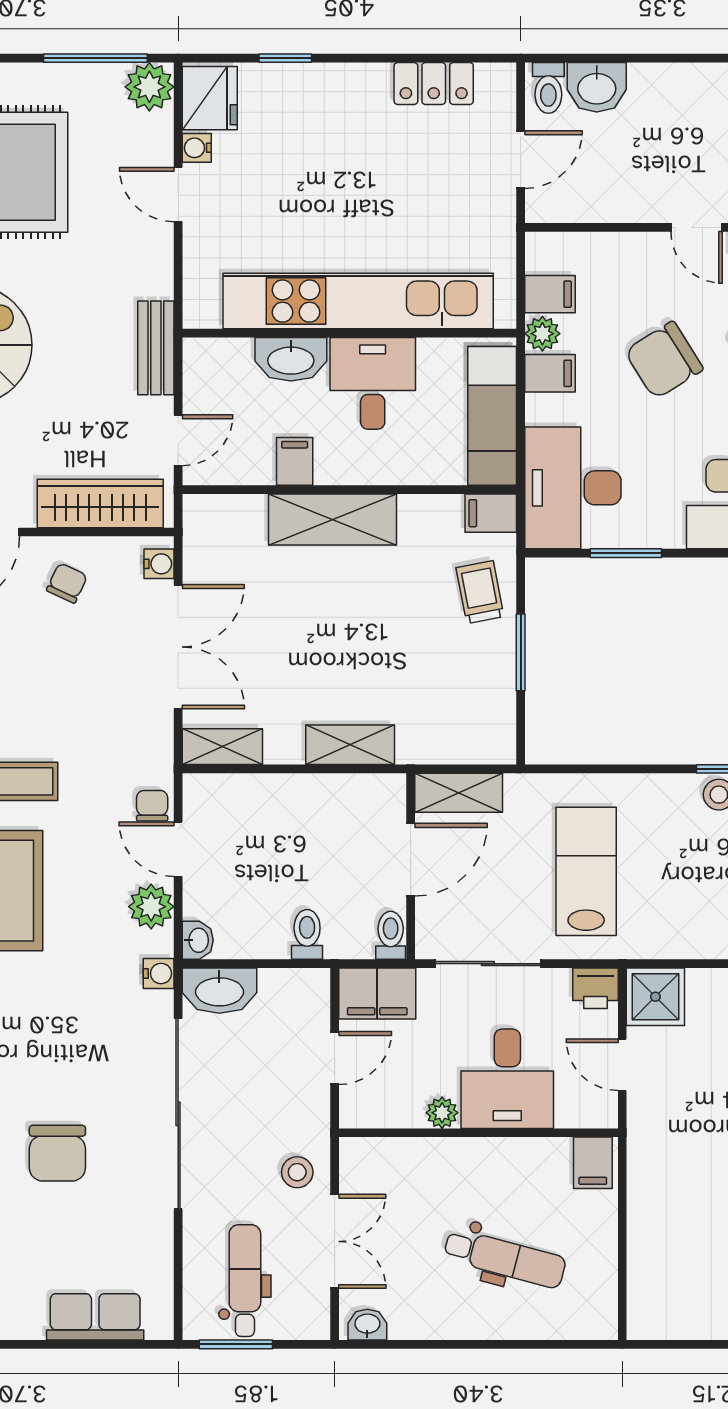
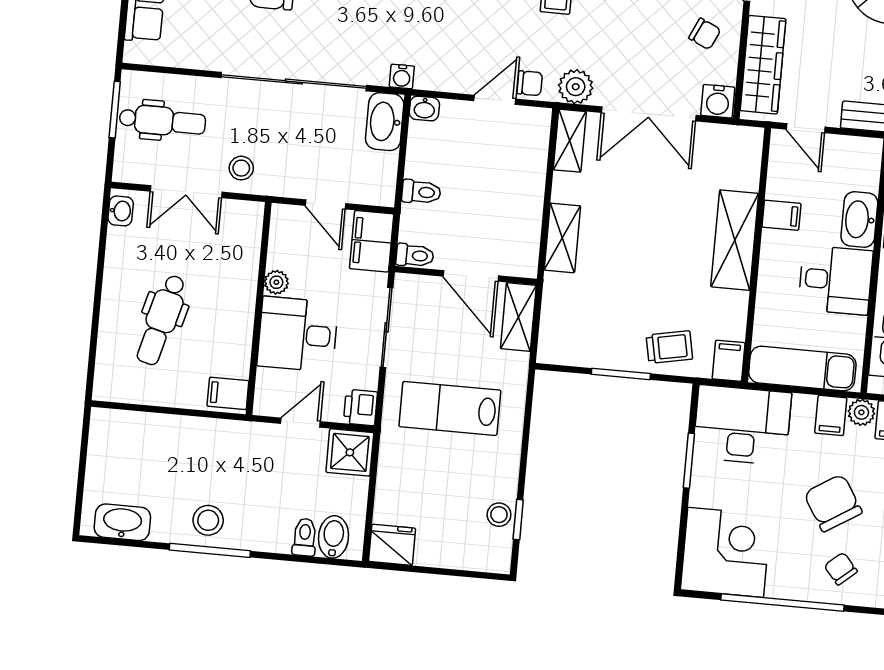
water cooler: (159, 564) -> (718, 101), width x1.38, depth x1.38
lab bench: (586, 871) -> (450, 408), turned 180
plant: (151, 907) -> (576, 87), moved

